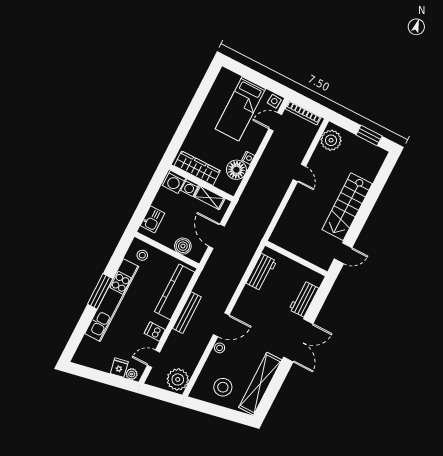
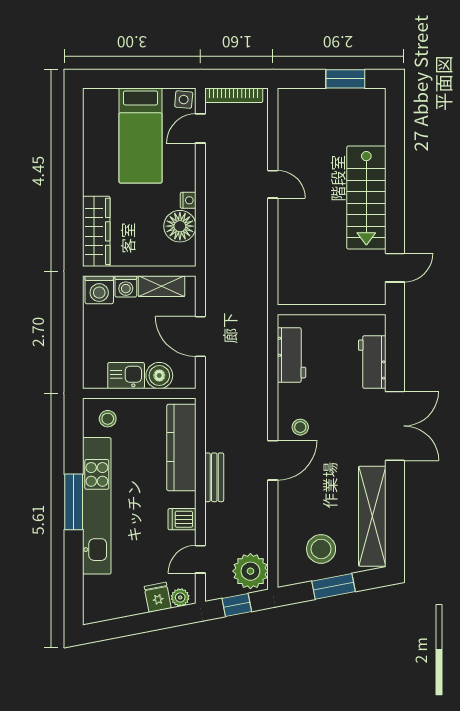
plant: (331, 140) -> (294, 114), removed
wardrobe: (197, 168) -> (96, 231), moved, turned 90
kitchen sink: (153, 219) -> (126, 376), moved, turned -90
bench: (187, 313) -> (214, 477), width x0.73
stool: (220, 348) -> (300, 427), moved
window: (161, 394) -> (237, 605), added
window: (219, 411) -> (334, 586), added

